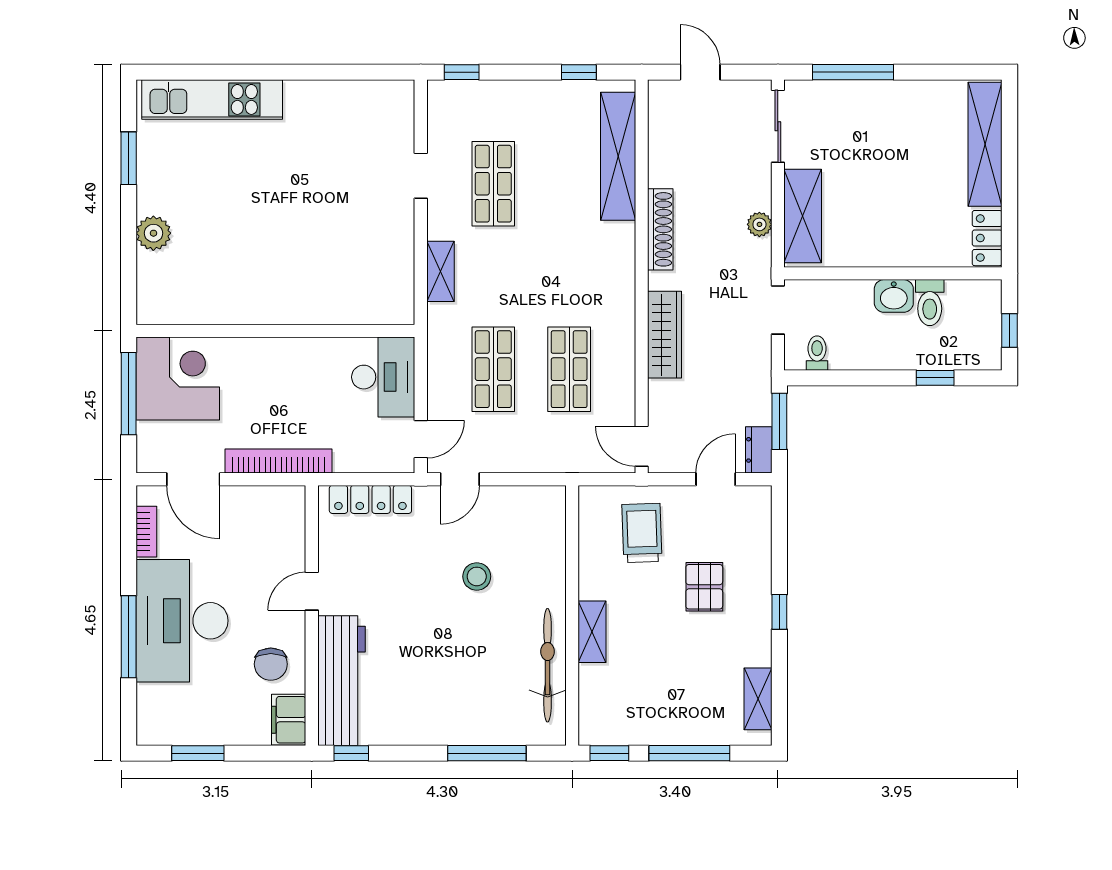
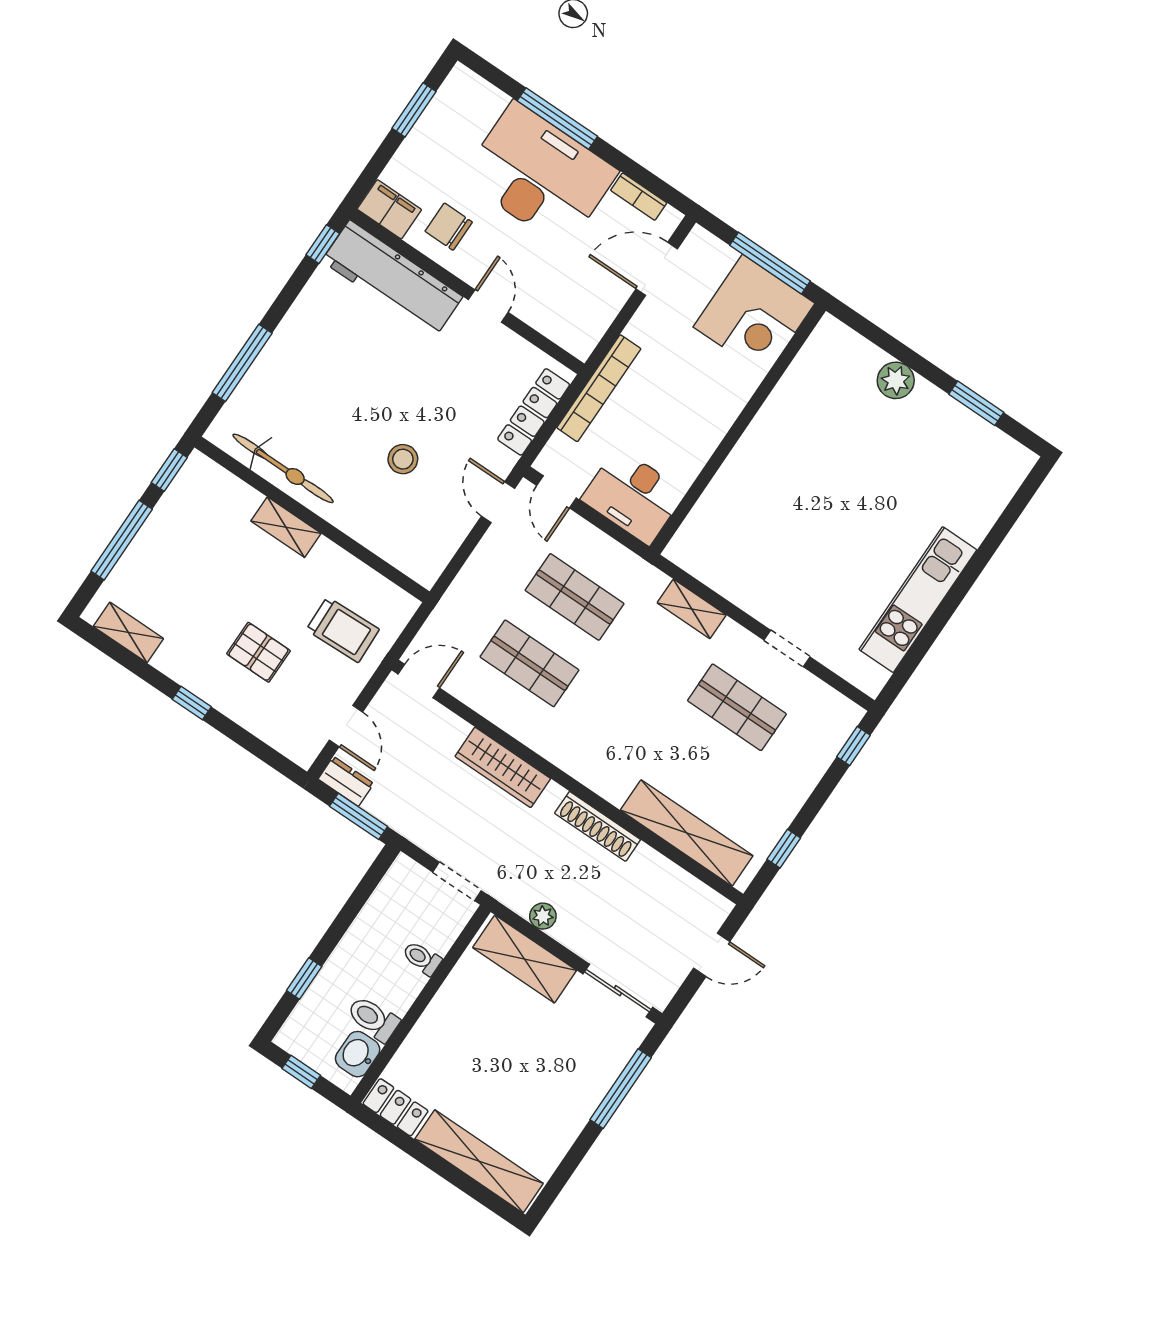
kitchen unit: (212, 99) -> (918, 600), moved
washbasin: (894, 296) -> (358, 1054), moved
toilet: (817, 353) -> (422, 958), moved, turned 180
bookcase: (279, 461) -> (599, 388), moved

